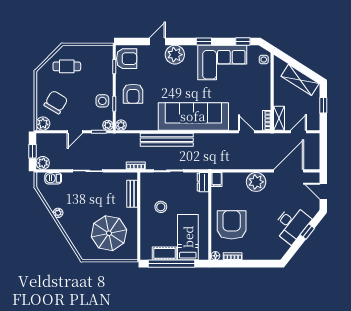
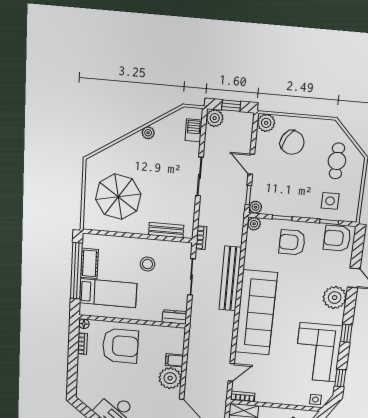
armchair: (127, 59) -> (337, 238), turned 90
side table: (102, 101) -> (330, 201), moved
filing cabinet: (217, 180) -> (174, 360), moved

